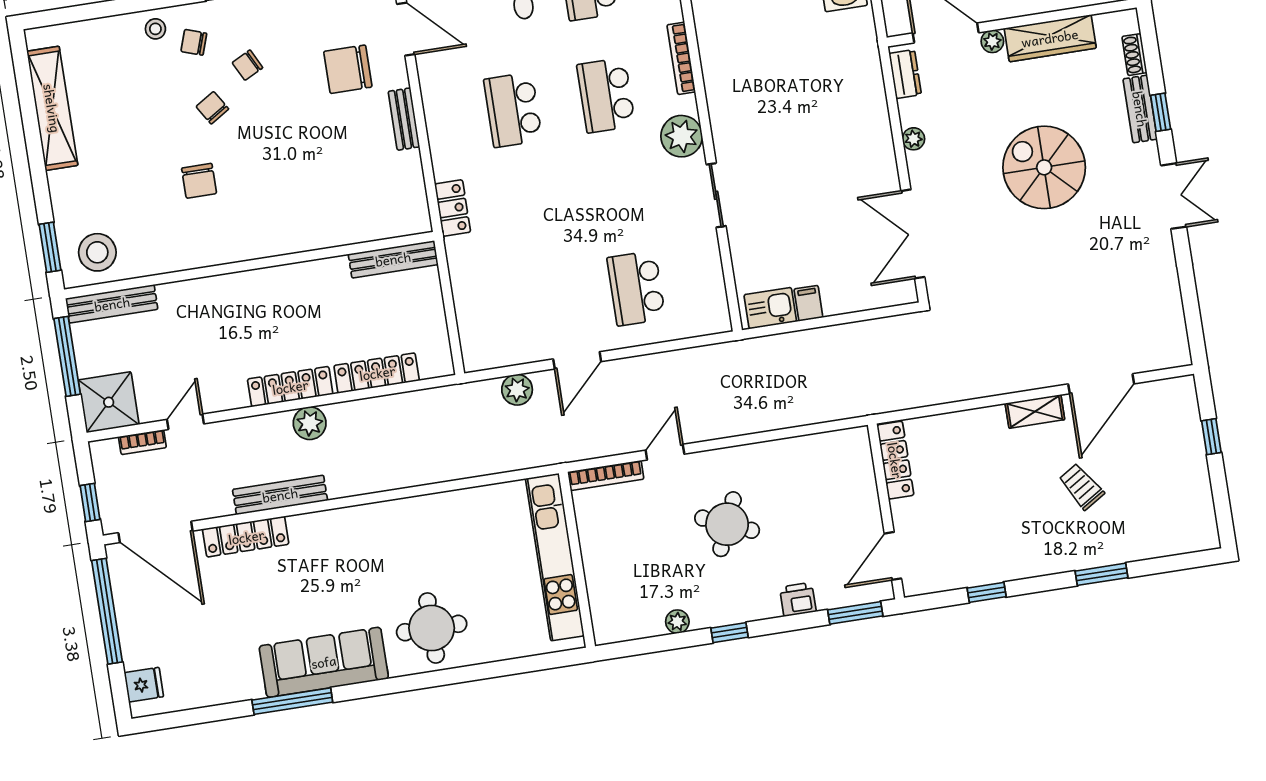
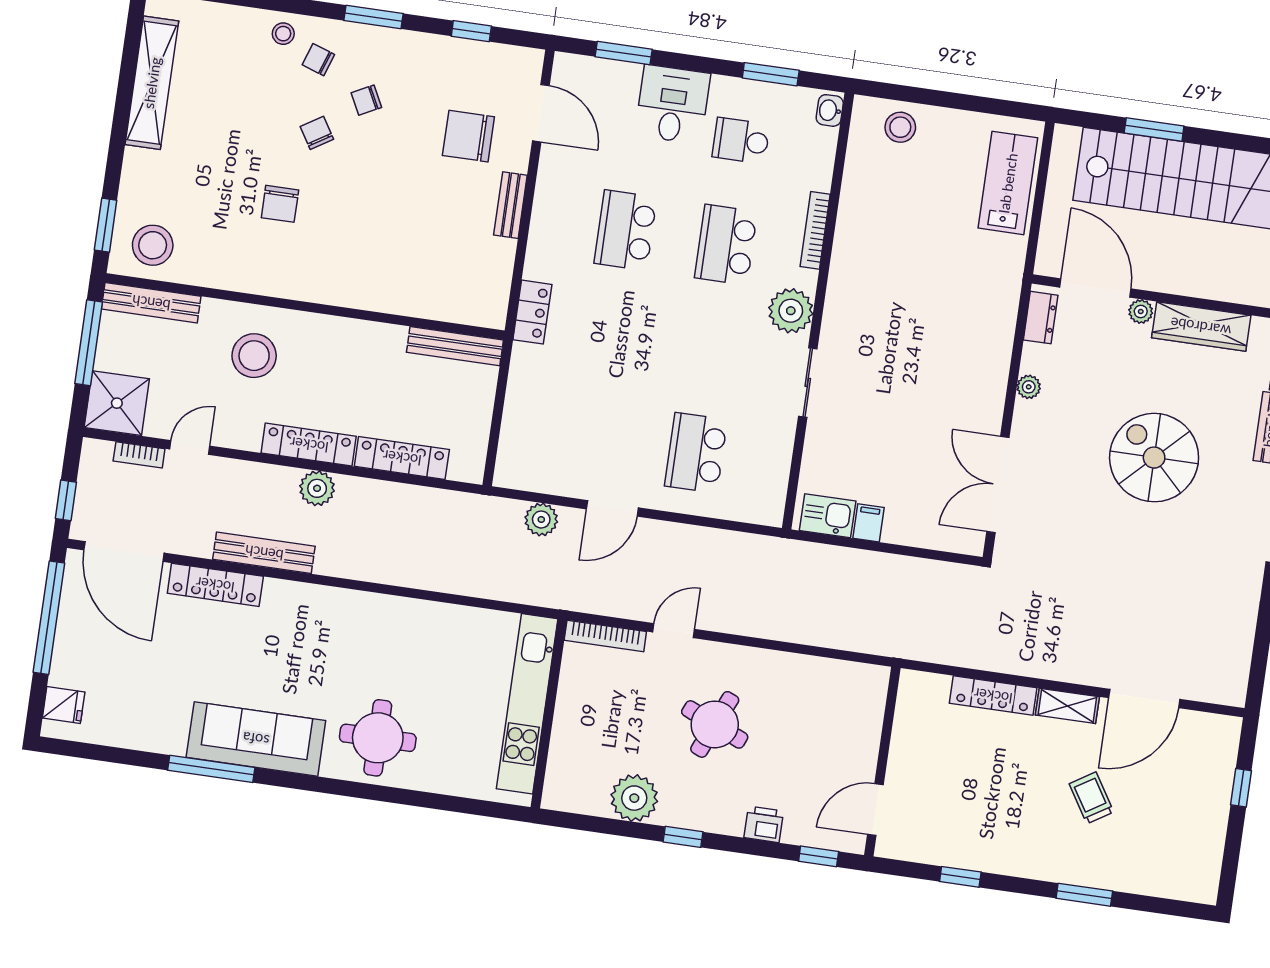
stool: (217, 323) -> (254, 356), added
locker: (895, 460) -> (993, 696), moved, turned 90
window: (855, 613) -> (819, 856), width x0.67
plant: (677, 622) -> (634, 798), width x1.87, depth x1.87

